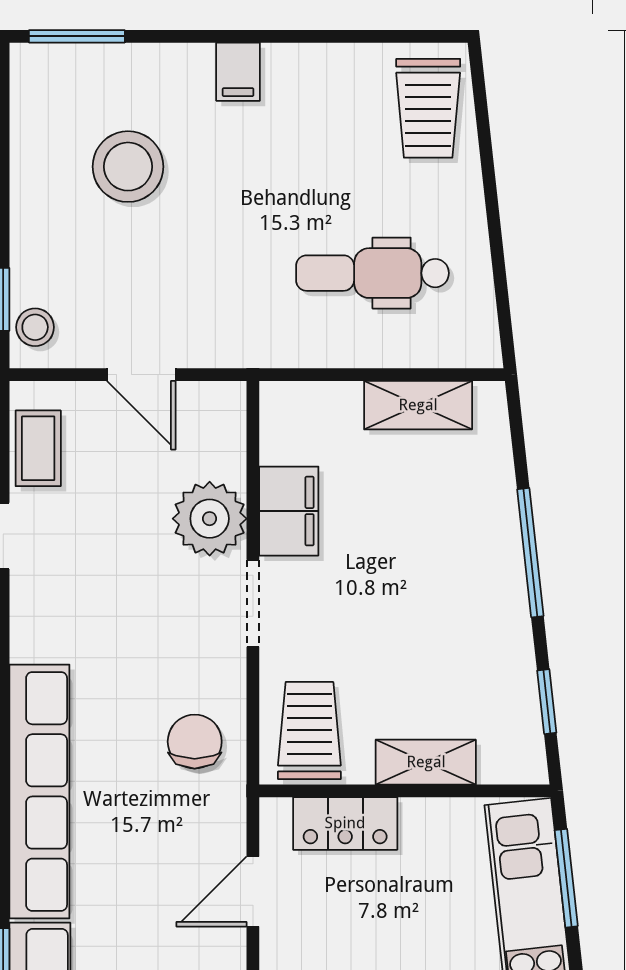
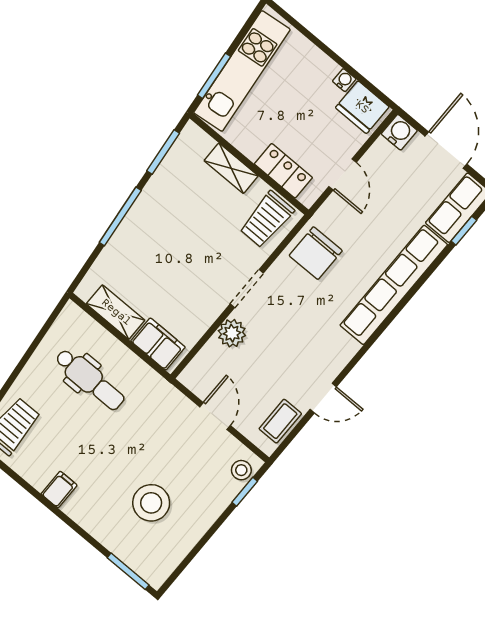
filing cabinet: (238, 72) -> (59, 490), moved
filing cabinet: (289, 511) -> (158, 344), moved, turned 90
plant: (210, 519) -> (232, 333), width x0.73, depth x0.73
window: (547, 702) -> (163, 152), width x1.50
chair: (195, 742) -> (316, 253), width x1.37, depth x1.37
door: (253, 891) -> (342, 174), hinge flipped

